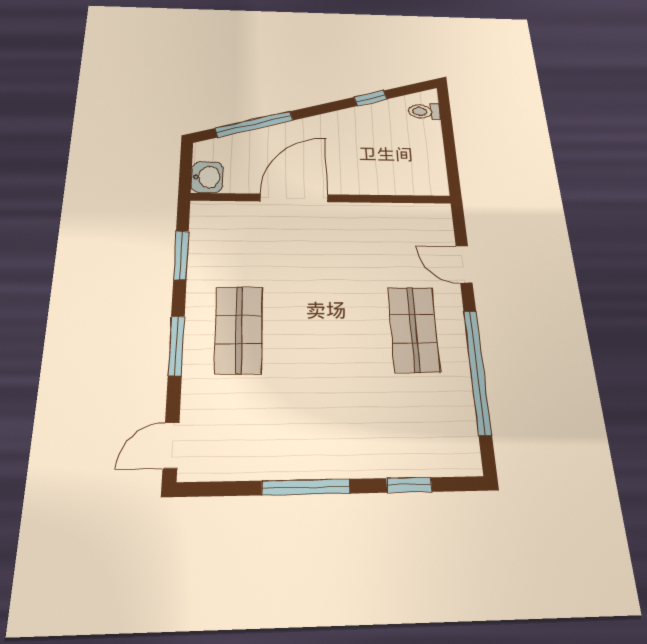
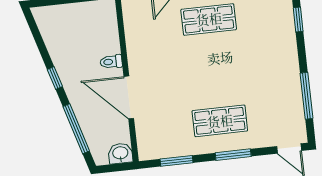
window: (371, 98) -> (55, 78), moved
toilet: (424, 111) -> (111, 62), moved, turned 90
window: (306, 487) -> (307, 96), moved

